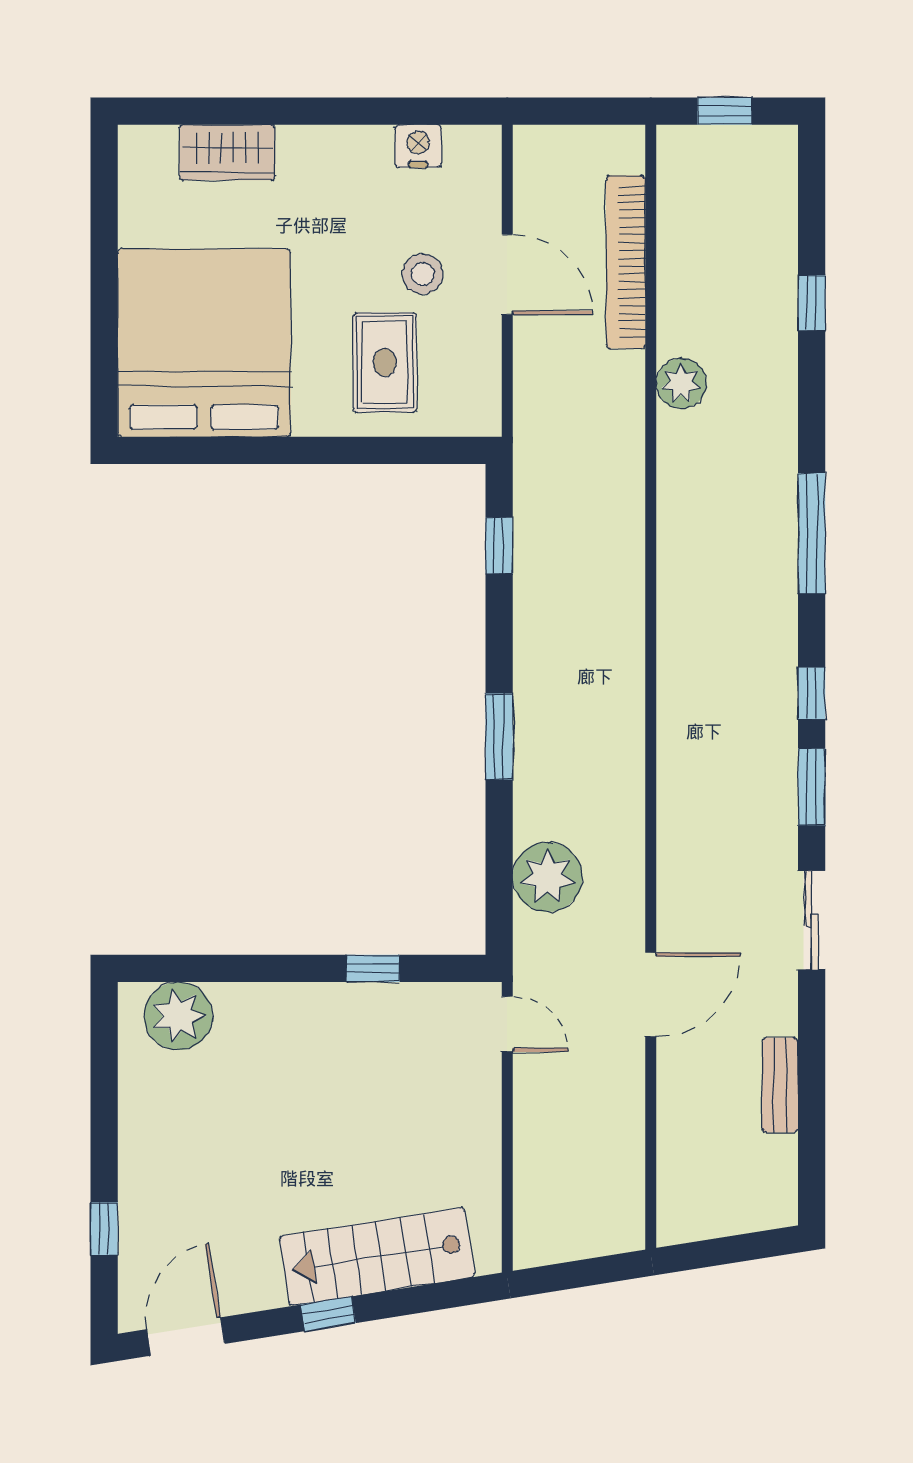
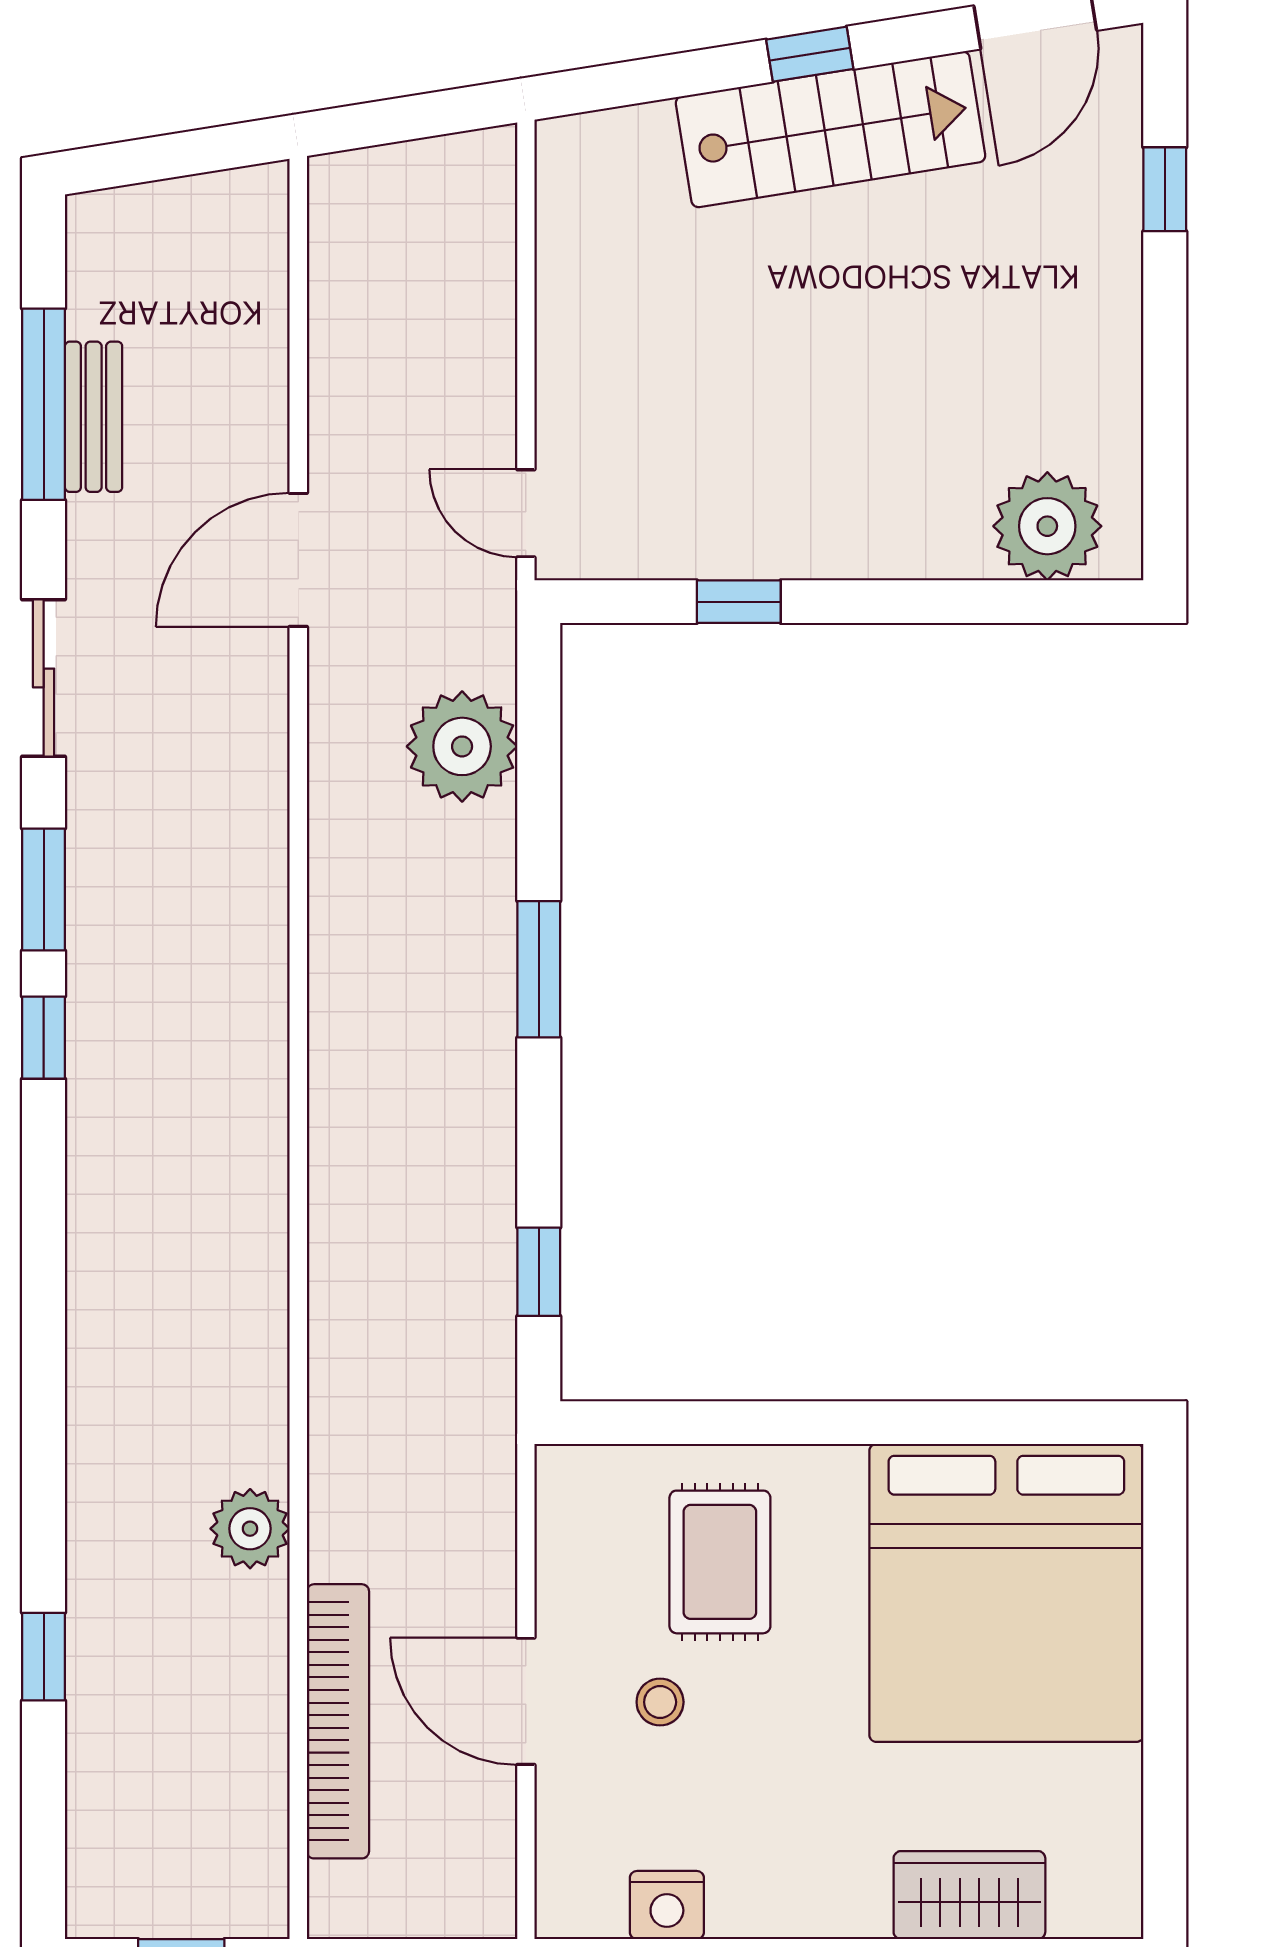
stool: (423, 274) -> (660, 1702), width x0.73, depth x0.73
window: (812, 533) -> (44, 404), moved
stairs: (377, 1257) -> (831, 129), moved

